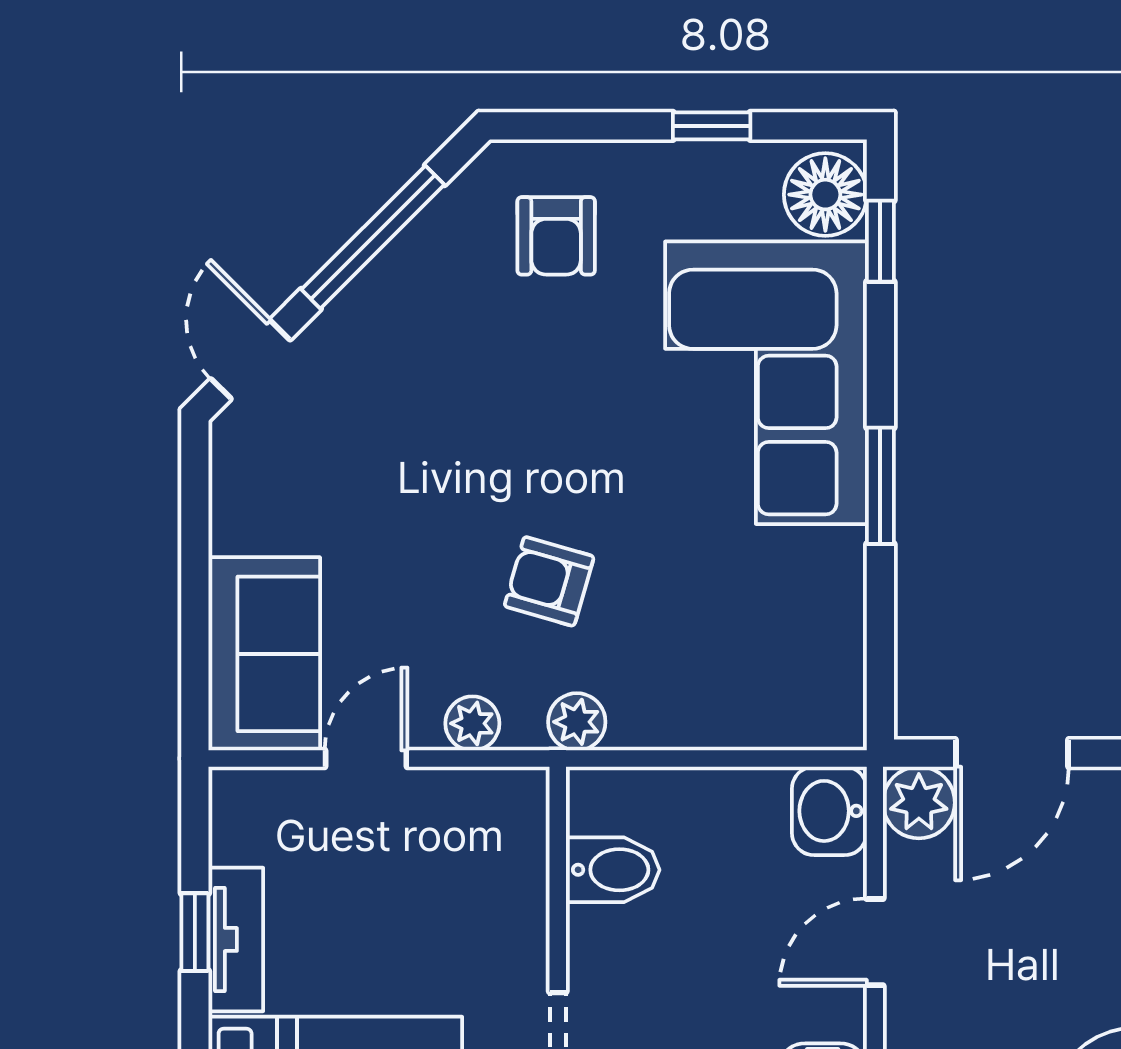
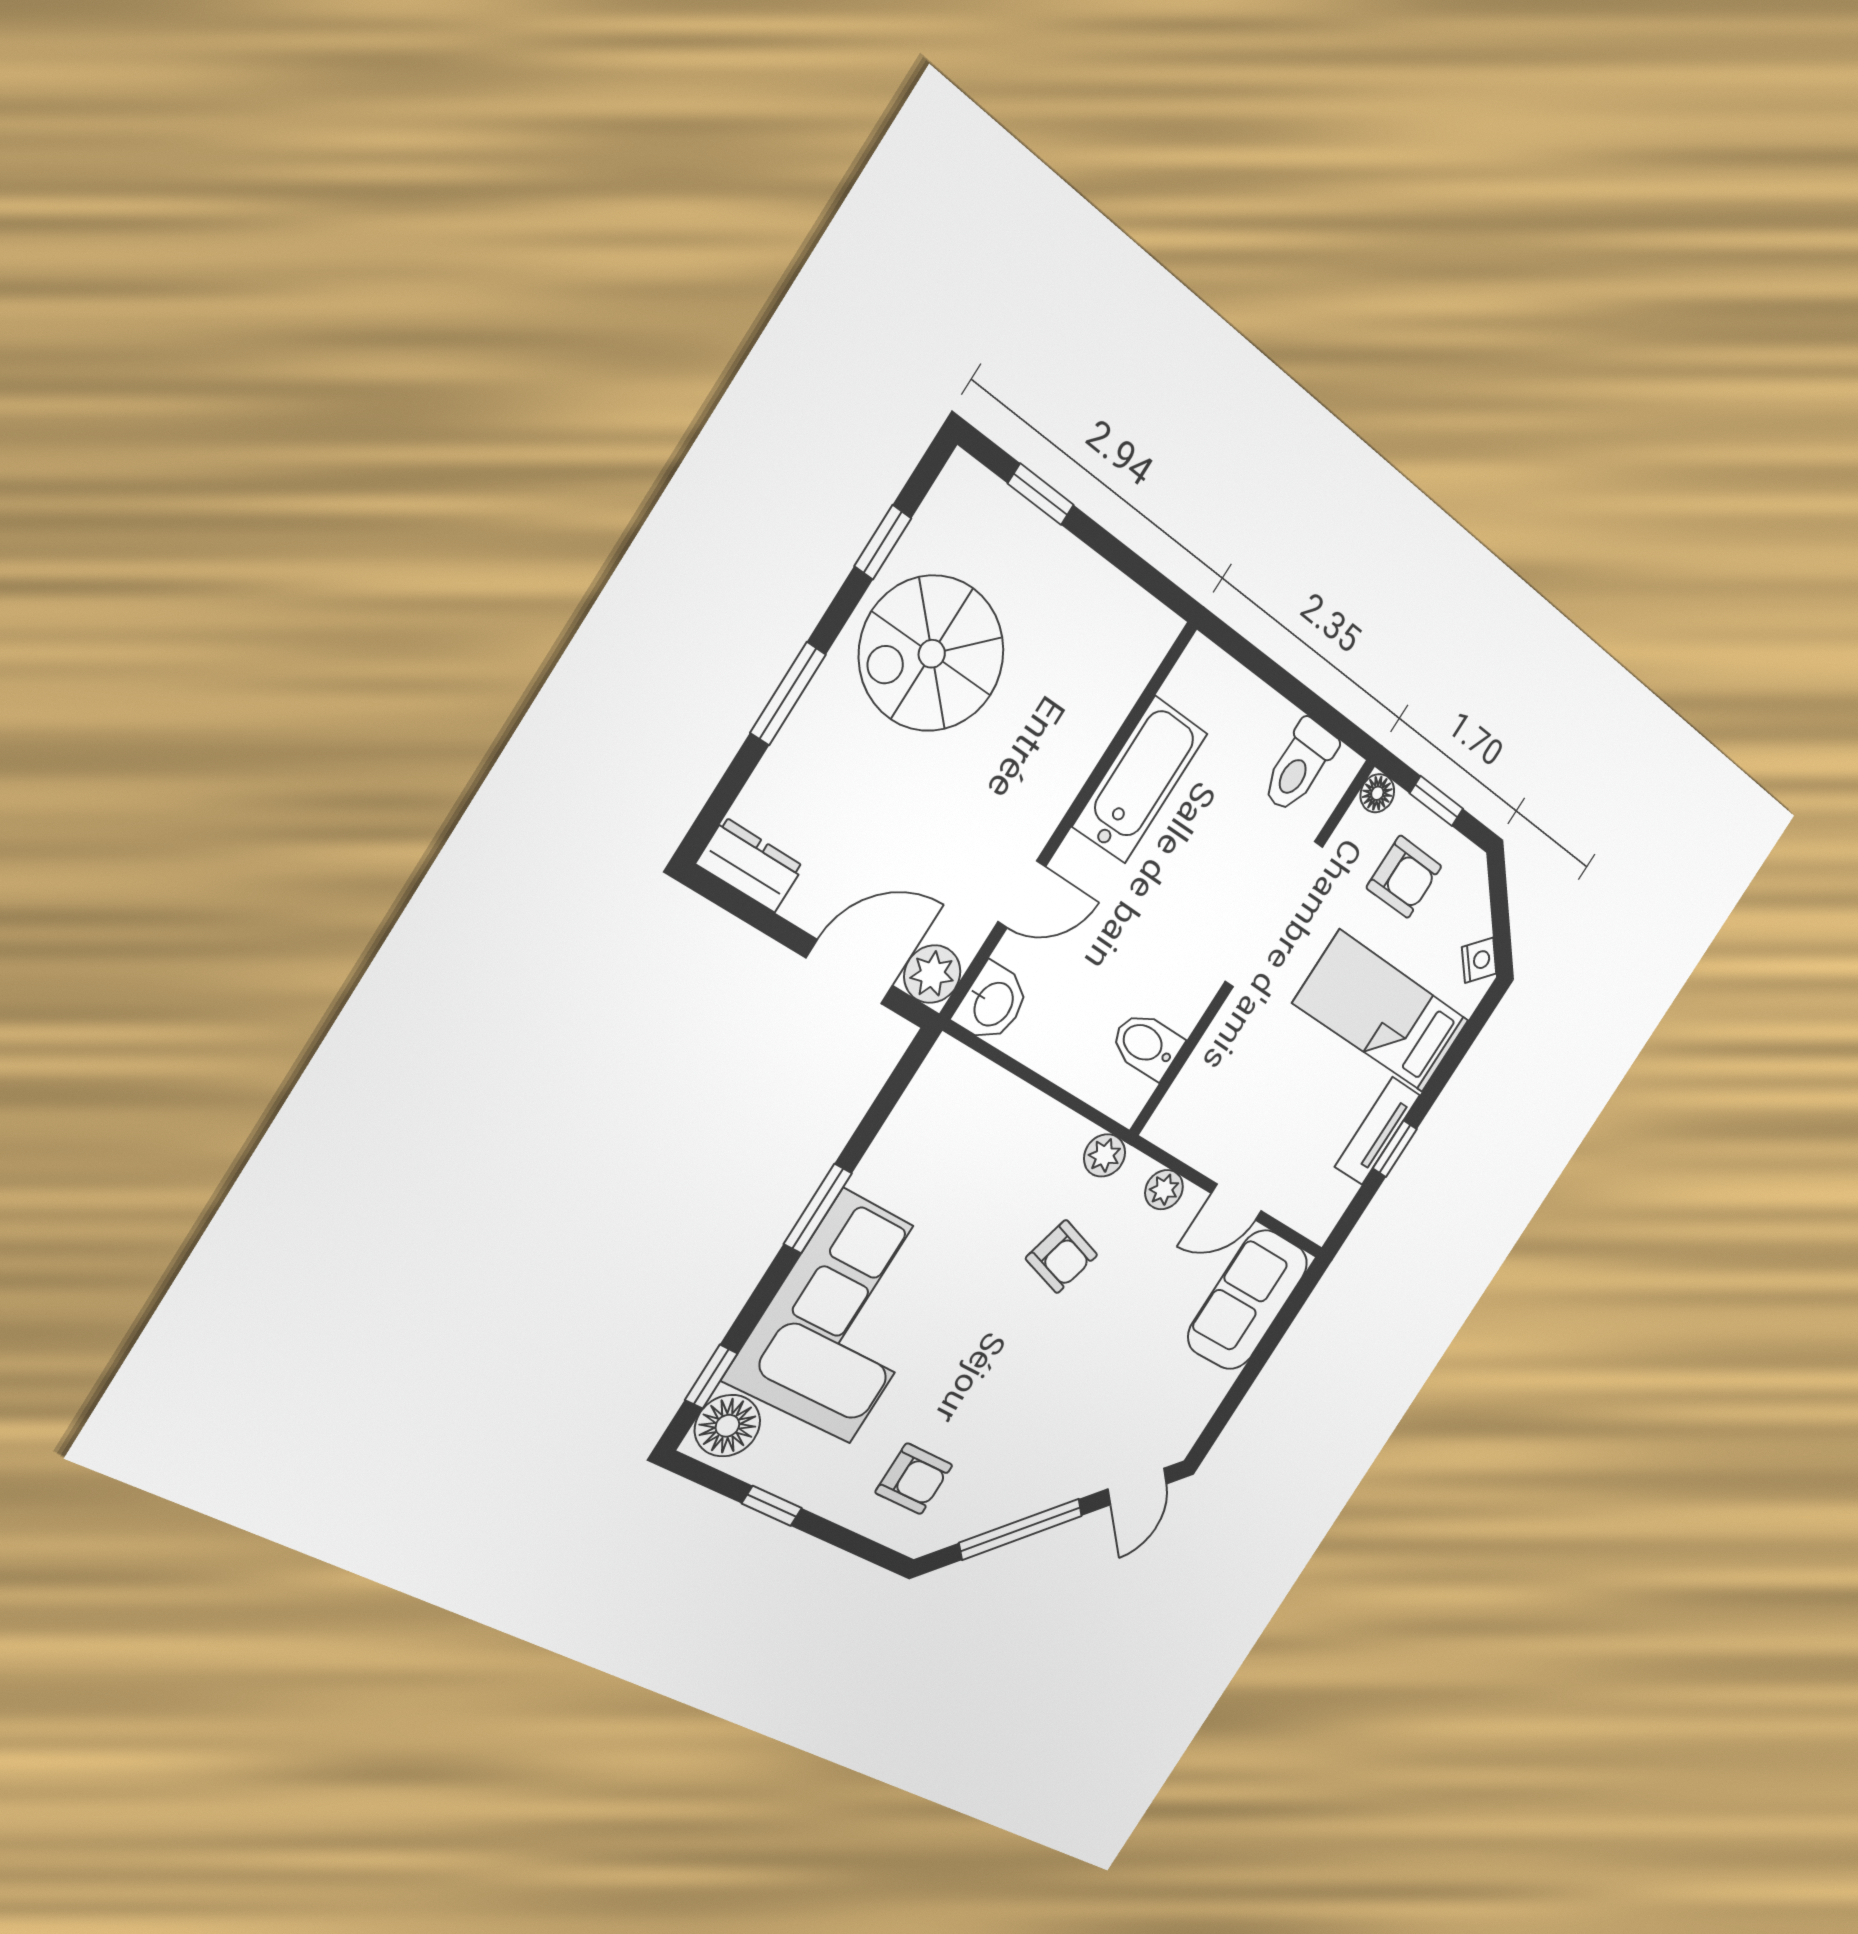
armchair: (556, 236) -> (914, 1479), turned 90

